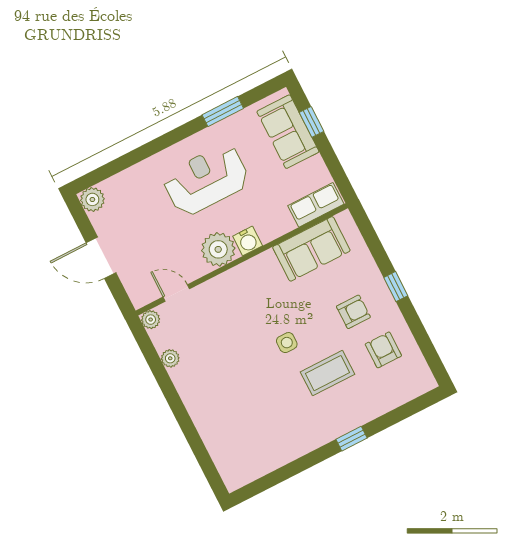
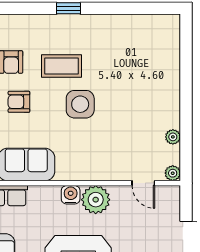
side table: (287, 343) -> (80, 104), width x1.87, depth x1.87

